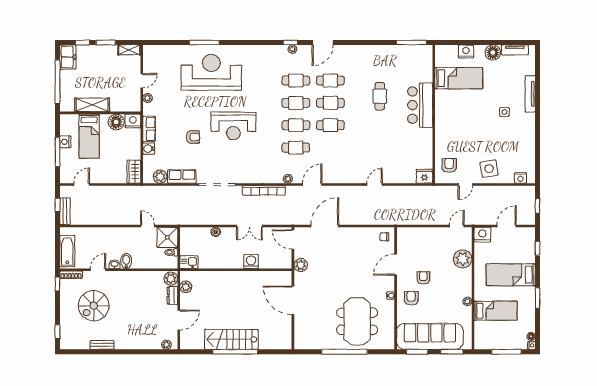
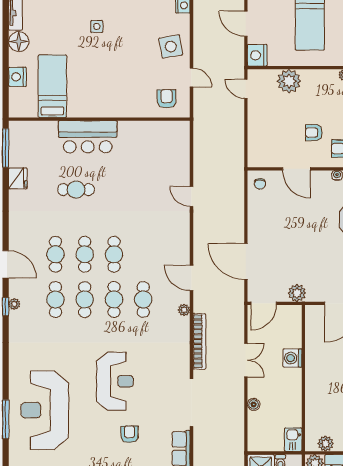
armchair: (449, 165) -> (167, 99), turned 90
fridge: (424, 176) -> (18, 178), moved, turned 180

